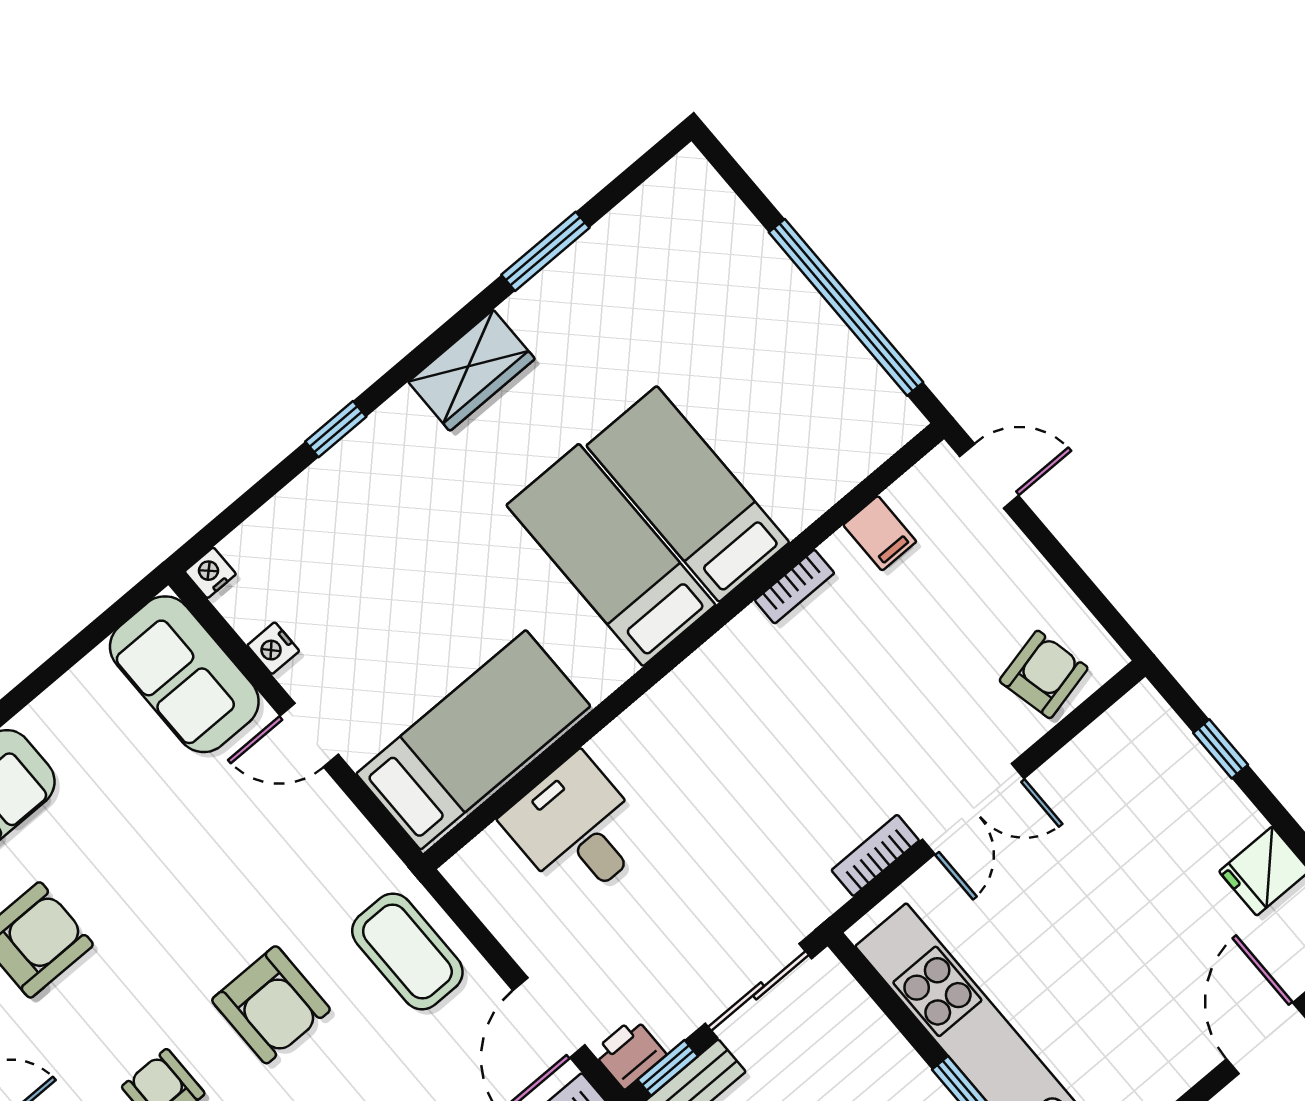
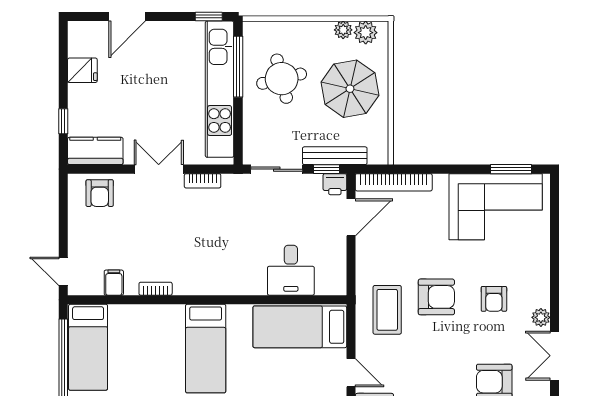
bed: (688, 494) -> (88, 347), moved
armchair: (1044, 674) -> (100, 193), turned -77
kitchen counter: (1117, 744) -> (95, 151), added
coffee table: (407, 951) -> (387, 310), moved
armchair: (271, 1005) -> (436, 297), turned 90

